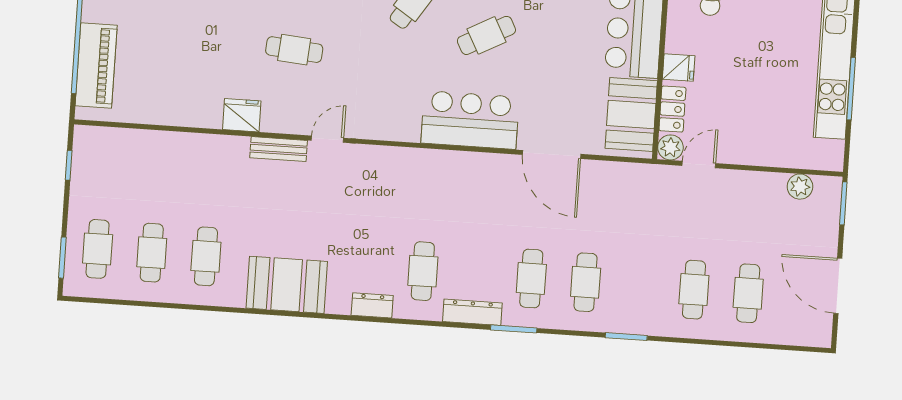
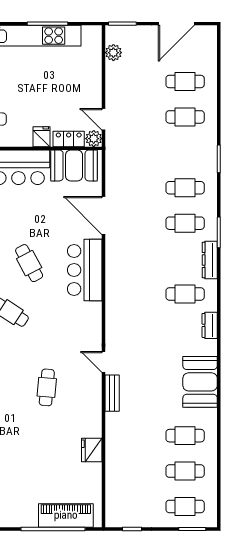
fridge: (242, 115) -> (92, 450), moved
door: (552, 154) -> (104, 215), swing flipped

